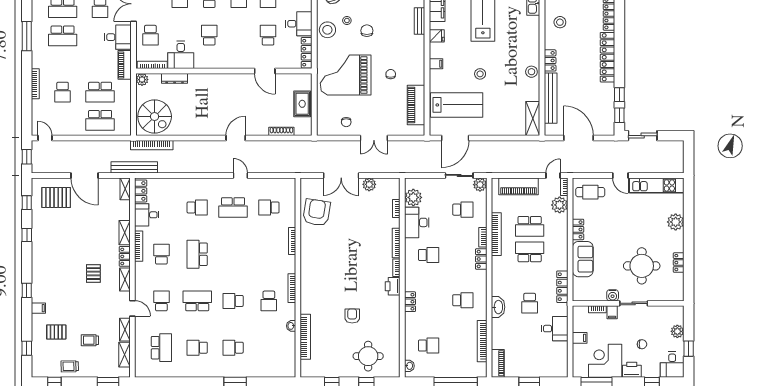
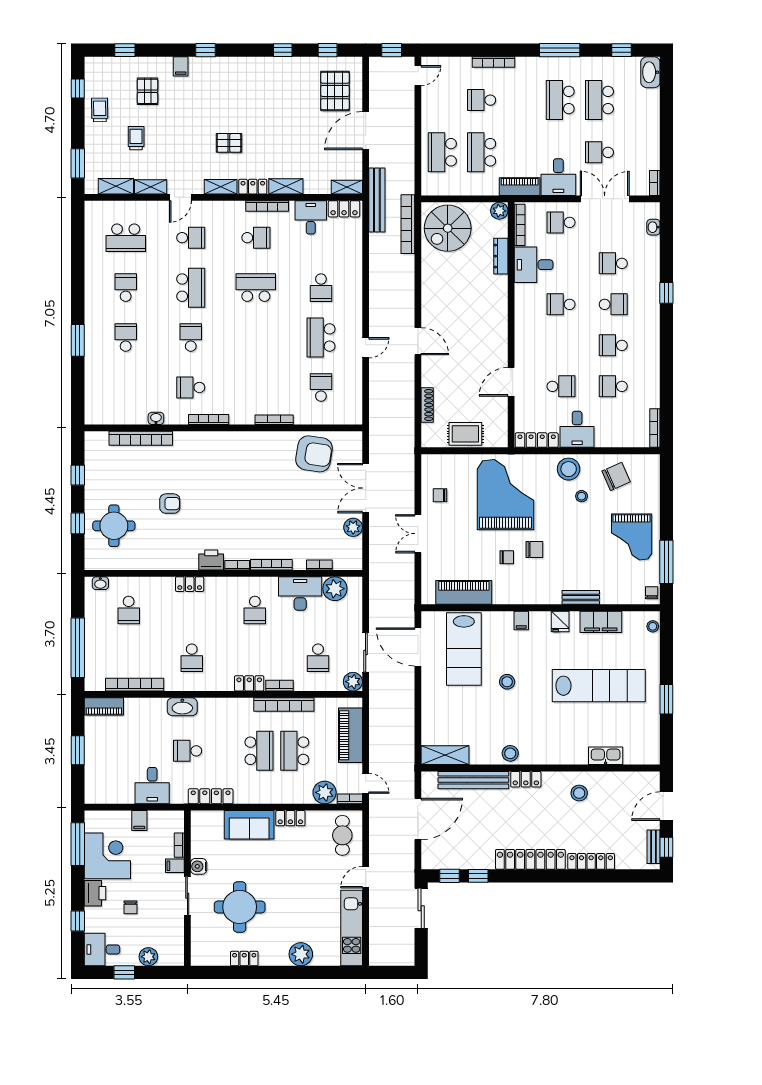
chair: (367, 31) -> (534, 549), moved
school desk: (209, 35) -> (561, 304), turned 180

